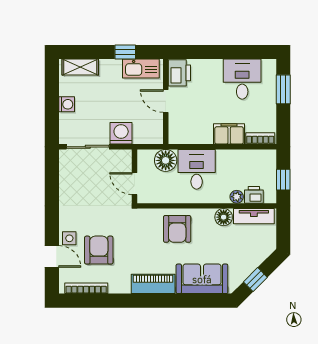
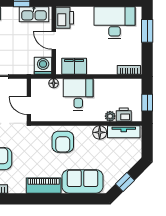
desk: (242, 79) -> (114, 23), width x1.37
washing machine: (121, 133) -> (43, 66), moved
filing cabinet: (229, 134) -> (74, 66), moved
floor lamp: (166, 160) -> (54, 83), width x0.53, depth x0.53

